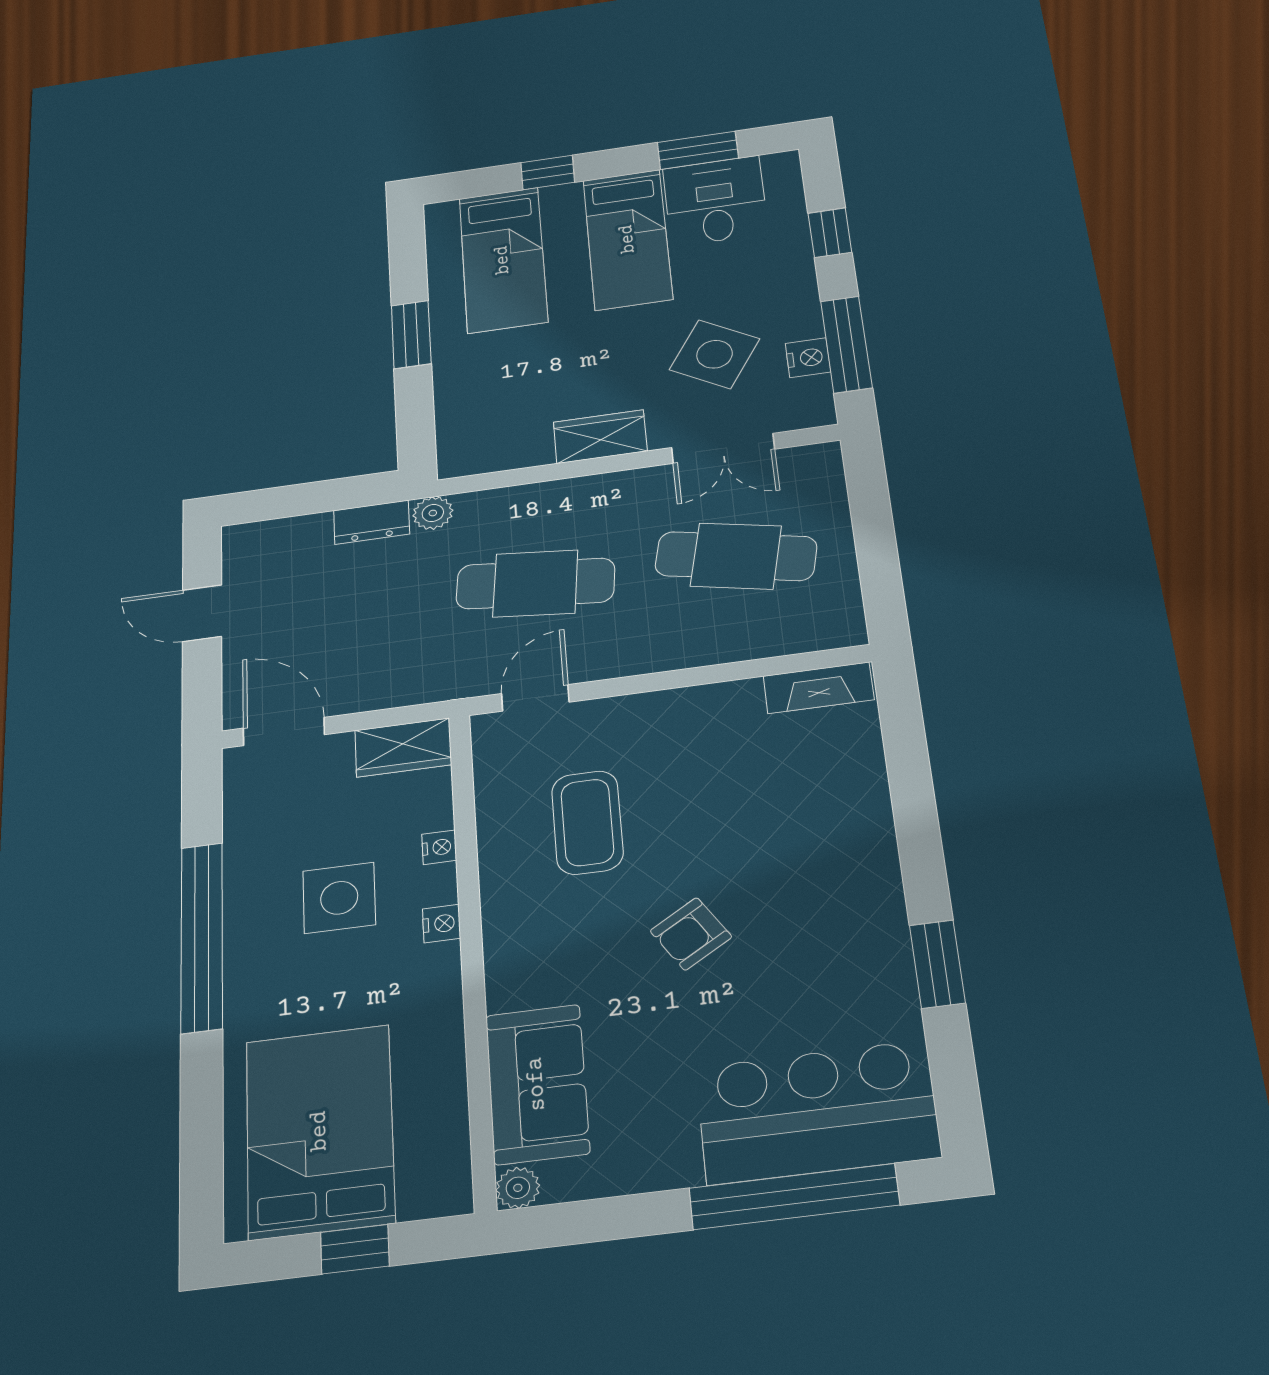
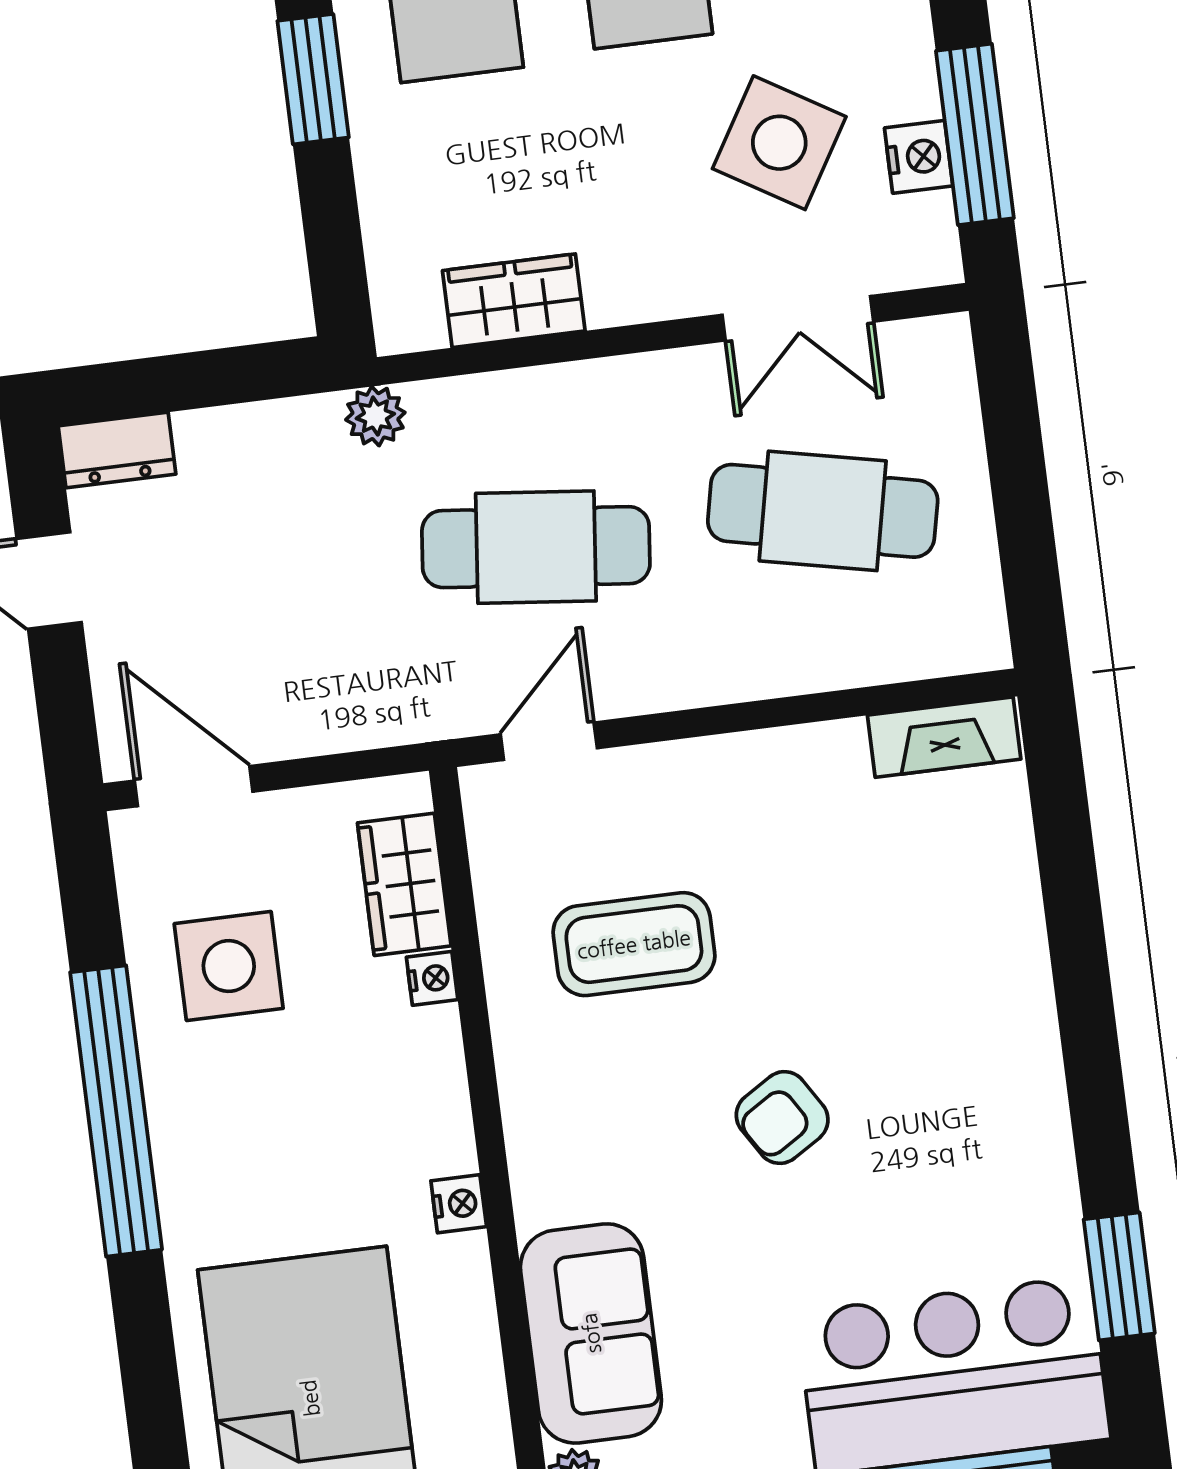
wardrobe: (600, 437) -> (514, 301), moved
dresser: (372, 522) -> (117, 450), moved
wardrobe: (403, 748) -> (404, 884), moved, turned 90
coffee table: (587, 822) -> (634, 944), turned 90
side table: (339, 898) -> (229, 966), moved
nightstand: (441, 924) -> (459, 1204), moved
window: (937, 964) -> (1119, 1276), moved

